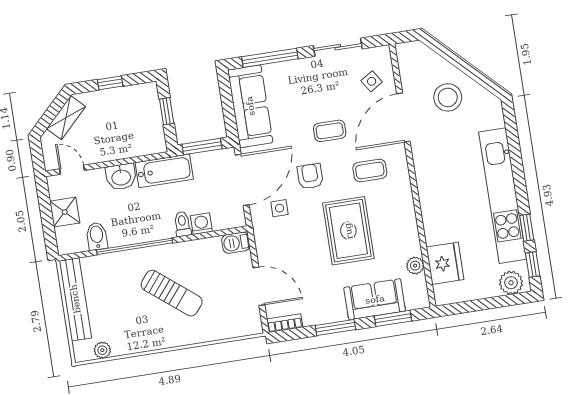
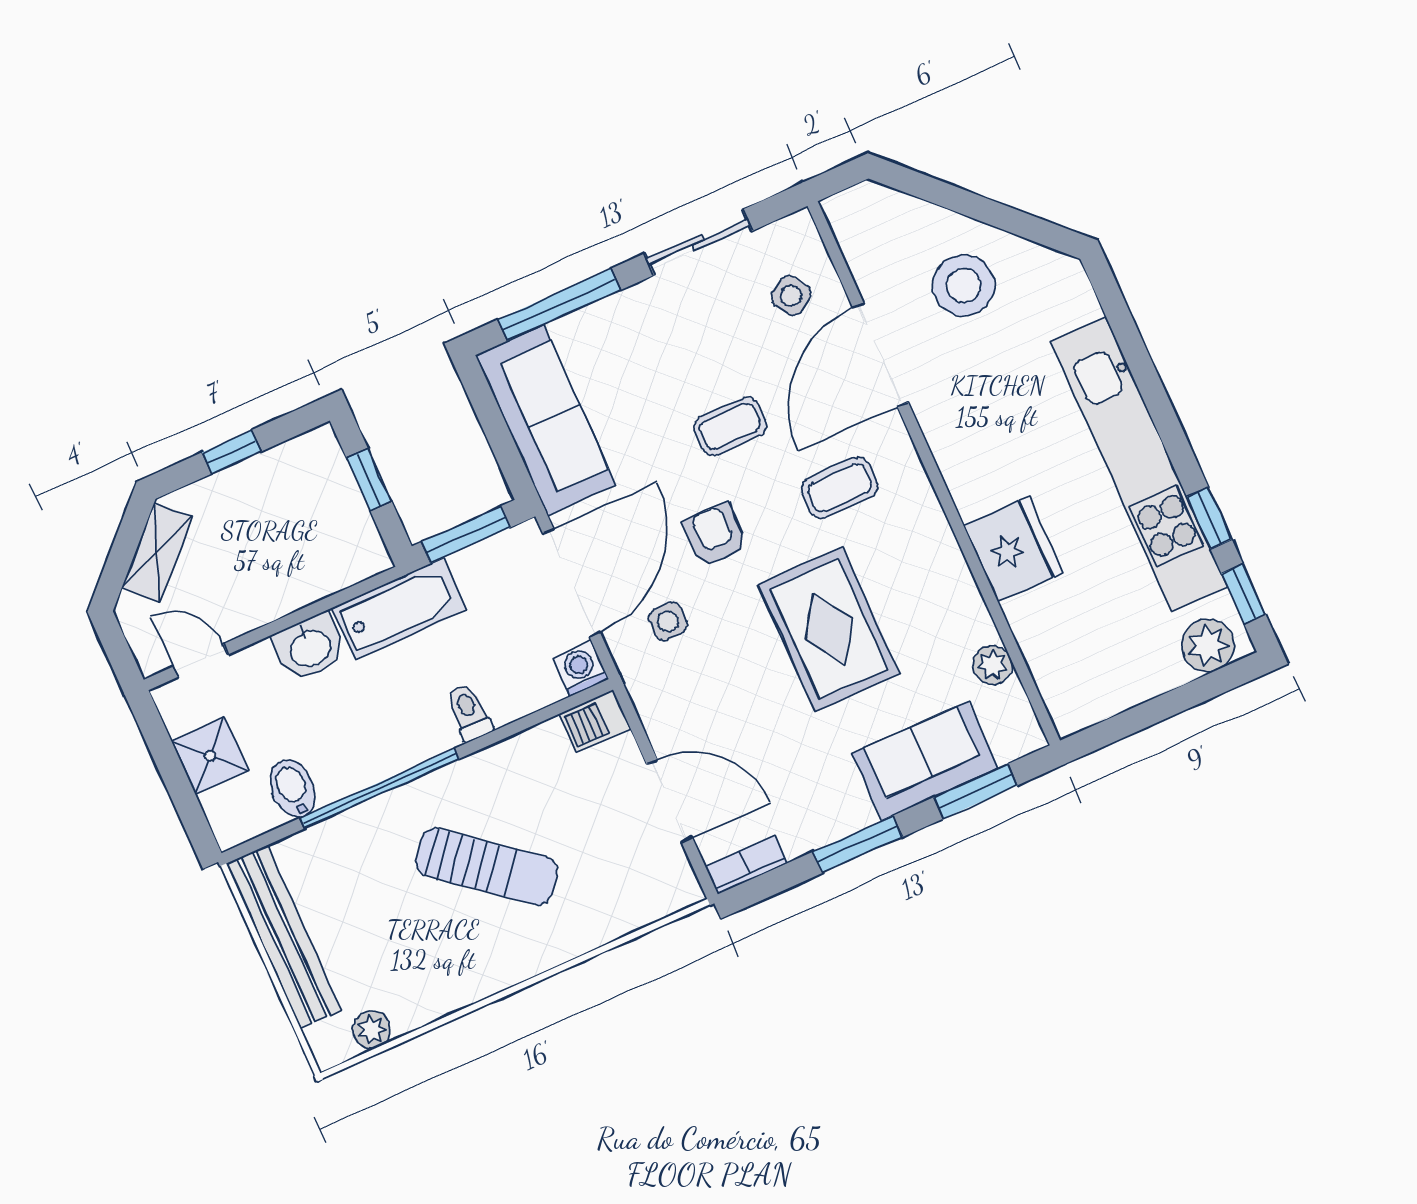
washing machine: (201, 224) -> (581, 669), moved
fridge: (445, 263) -> (1013, 549), moved

